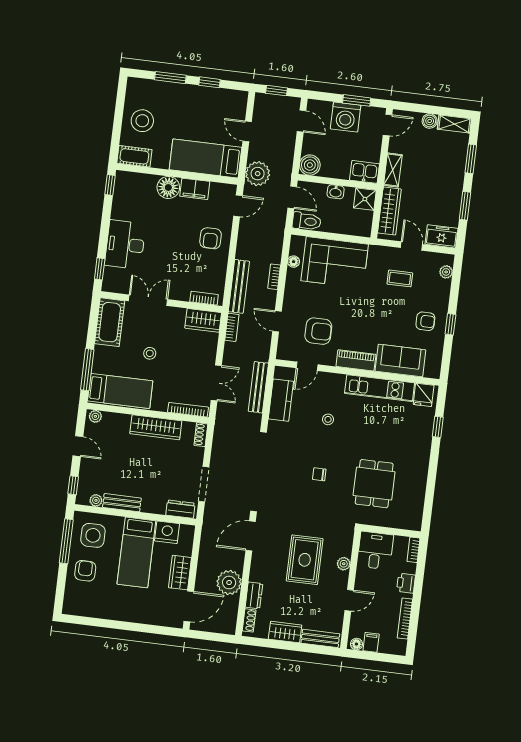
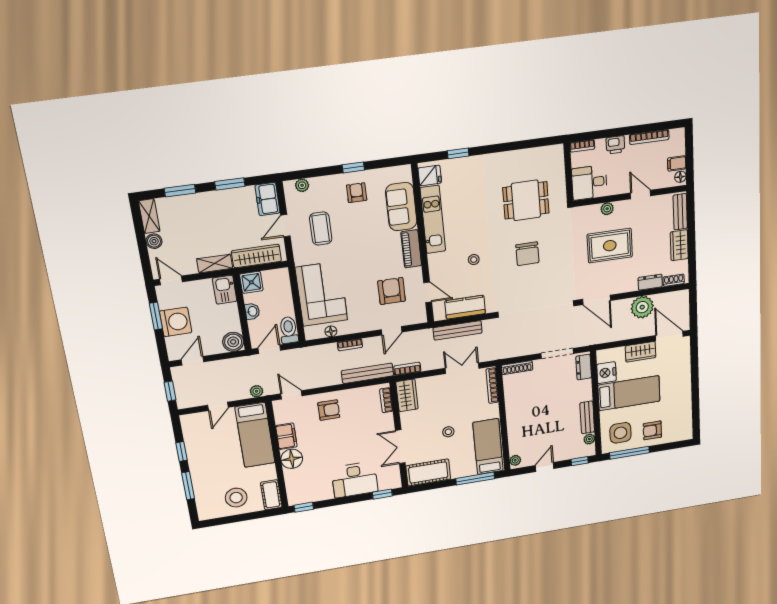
plant: (258, 174) -> (256, 391), width x0.53, depth x0.53
coffee table: (400, 278) -> (321, 228), width x1.36, depth x1.30
wardrobe: (156, 427) -> (514, 408), removed
shoe rack: (201, 435) -> (517, 368), width x1.43
chair: (319, 474) -> (527, 254), width x1.87, depth x1.87

